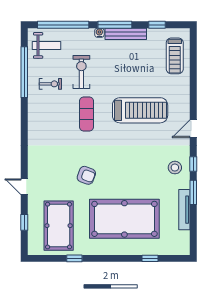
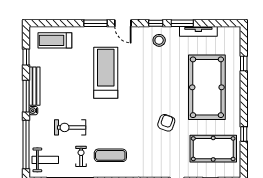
weight bench: (47, 45) -> (45, 160), turned 90
treadmill: (175, 56) -> (55, 40), turned 180
window: (193, 99) -> (95, 23), added
exercise mat: (87, 114) -> (110, 155), moved

